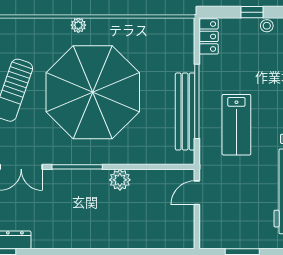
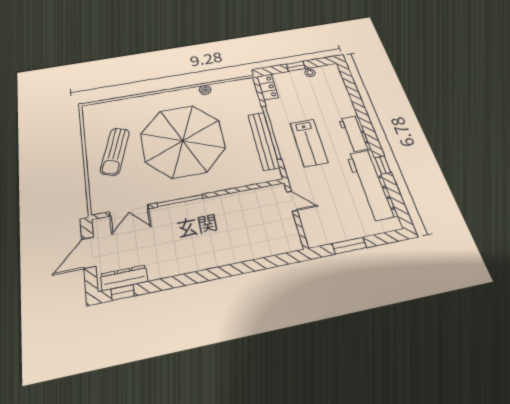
plant: (78, 25) -> (205, 90), moved
plant: (120, 180) -> (221, 204), removed
door: (197, 193) -> (292, 201), swing flipped

